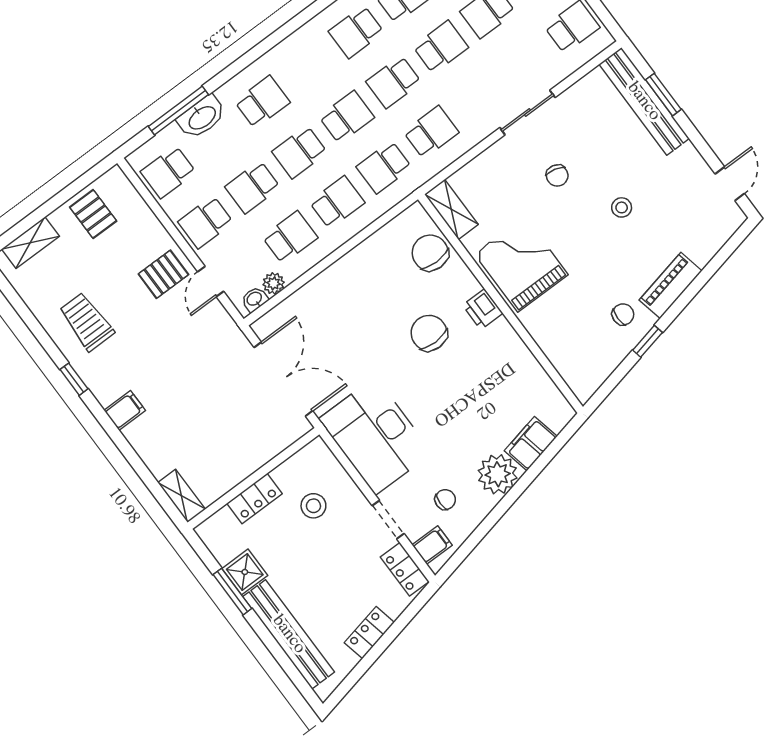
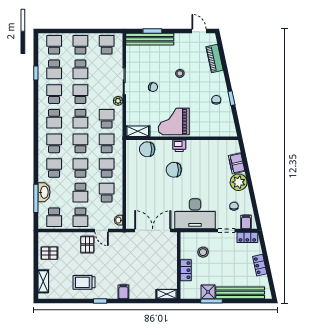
school desk: (309, 67) -> (54, 143), added
school desk: (300, 152) -> (80, 168), turned 180
school desk: (384, 167) -> (107, 143), turned 180
plant: (274, 283) -> (118, 101), moved
piano: (671, 285) -> (215, 59), moved

